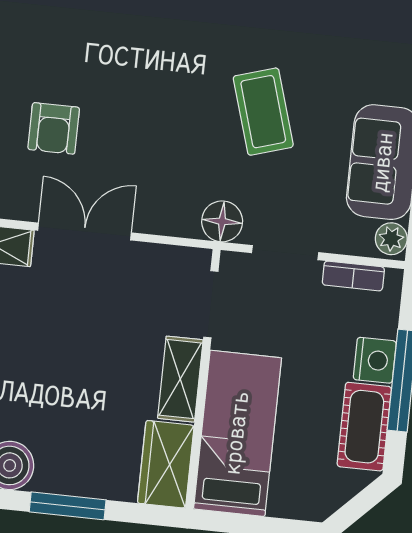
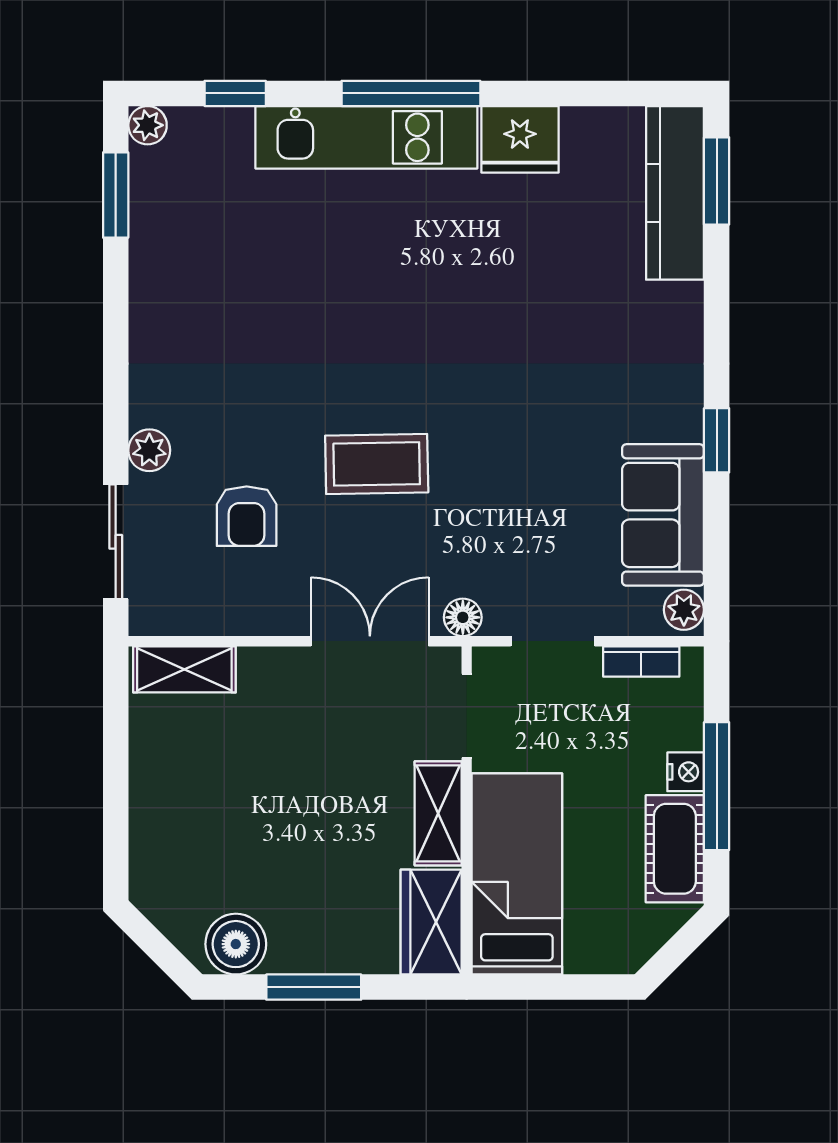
coffee table: (263, 112) -> (377, 464), moved, turned -74
floor lamp: (222, 221) -> (463, 617), width x0.73, depth x0.73
double door: (85, 232) -> (370, 641), moved
nightstand: (375, 360) -> (686, 772), width x0.72, depth x0.74

